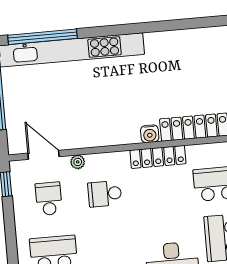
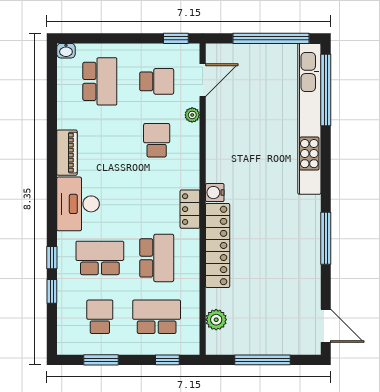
window: (184, 24) -> (326, 238), added
locker: (158, 157) -> (190, 209), width x0.66

